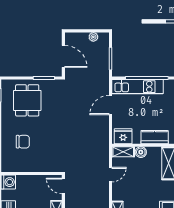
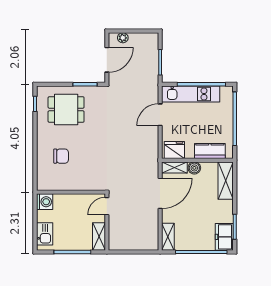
plant: (93, 37) -> (123, 38), moved
door: (63, 56) -> (107, 60), hinge flipped
dining table: (27, 100) -> (66, 109), turned 90
door: (111, 175) -> (160, 193), width x1.87
door: (63, 186) -> (107, 206), hinge flipped

